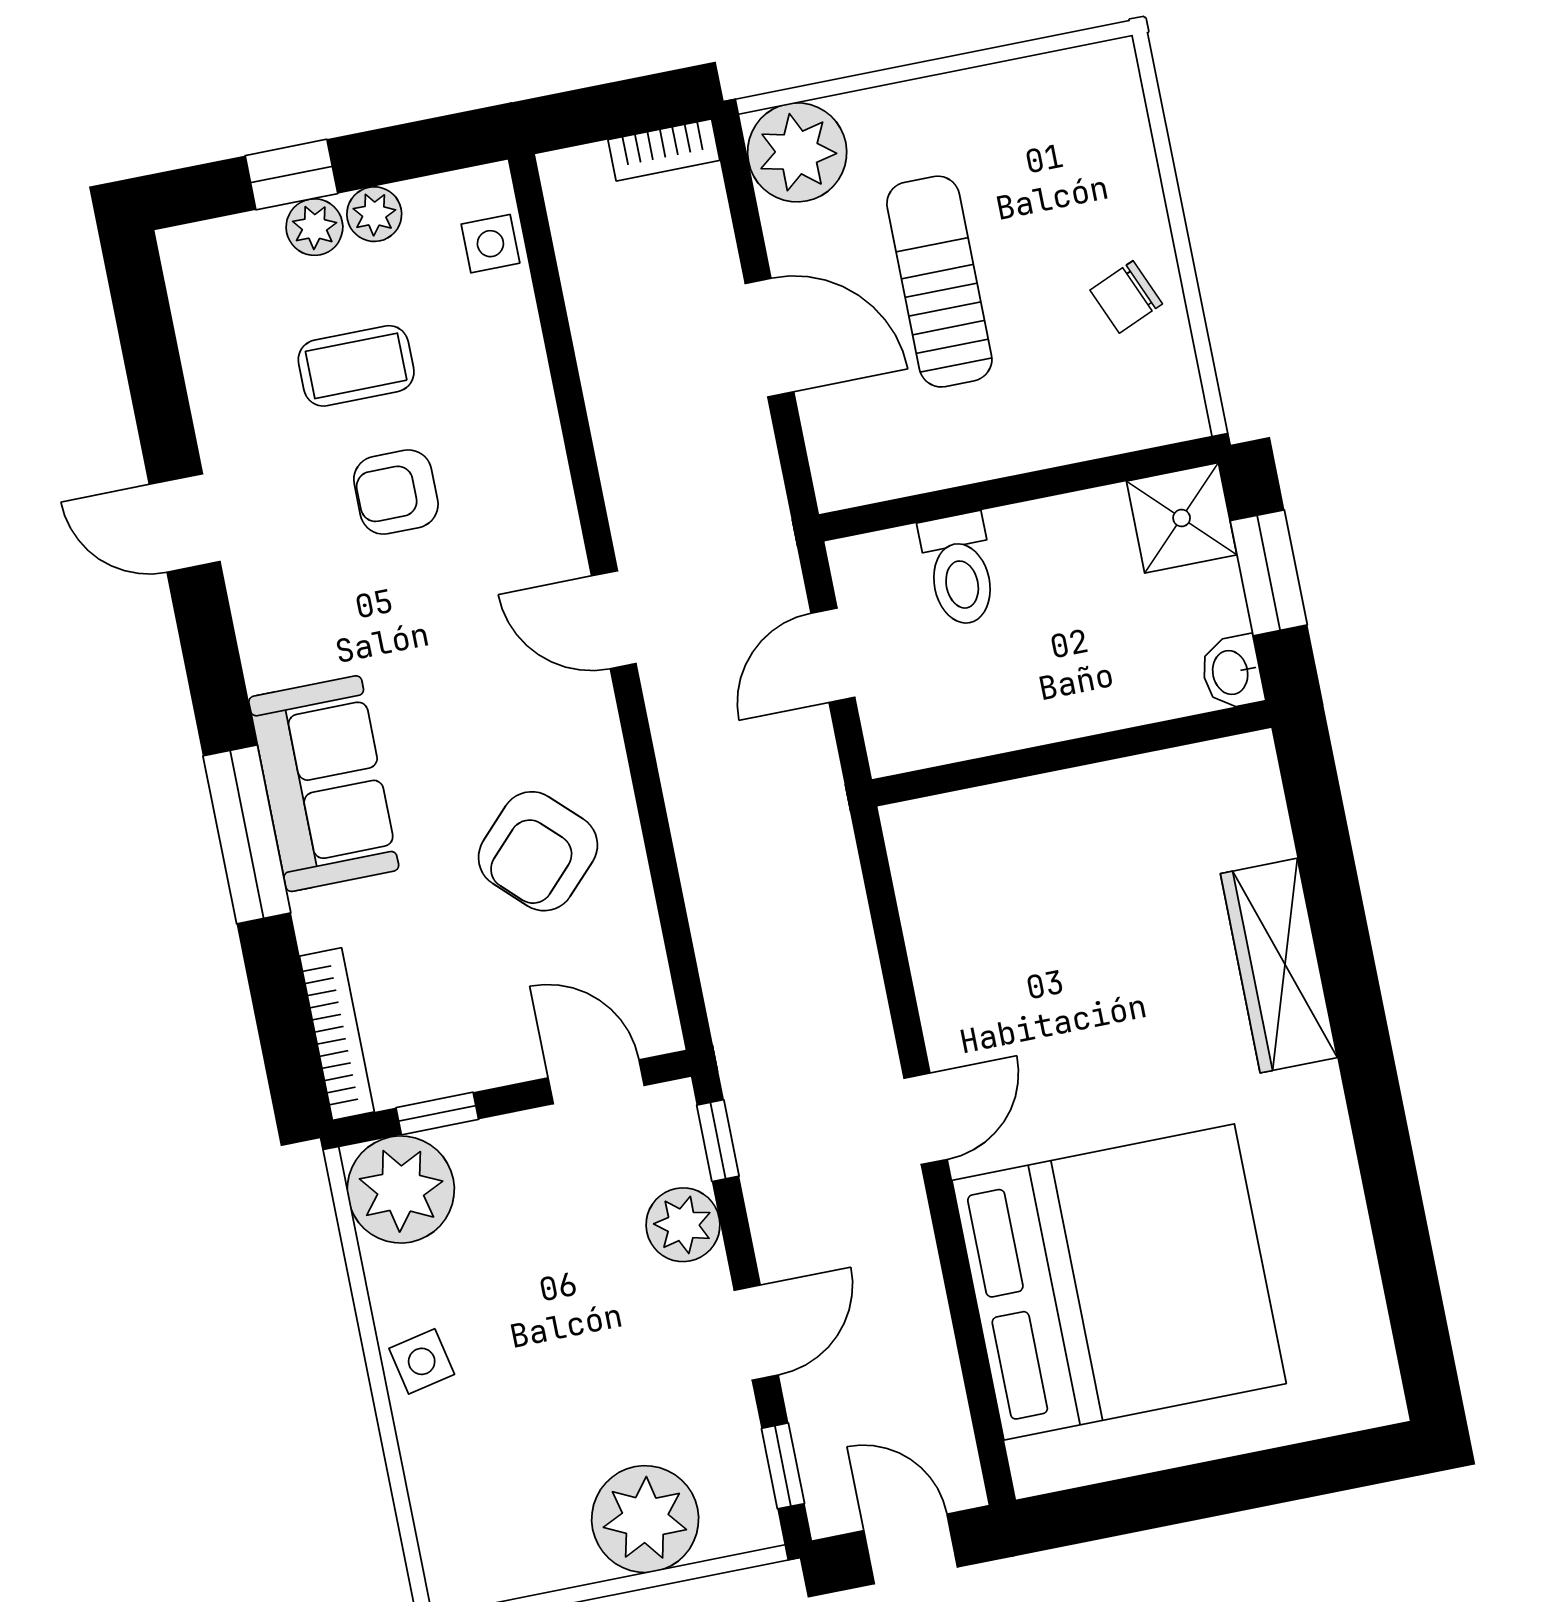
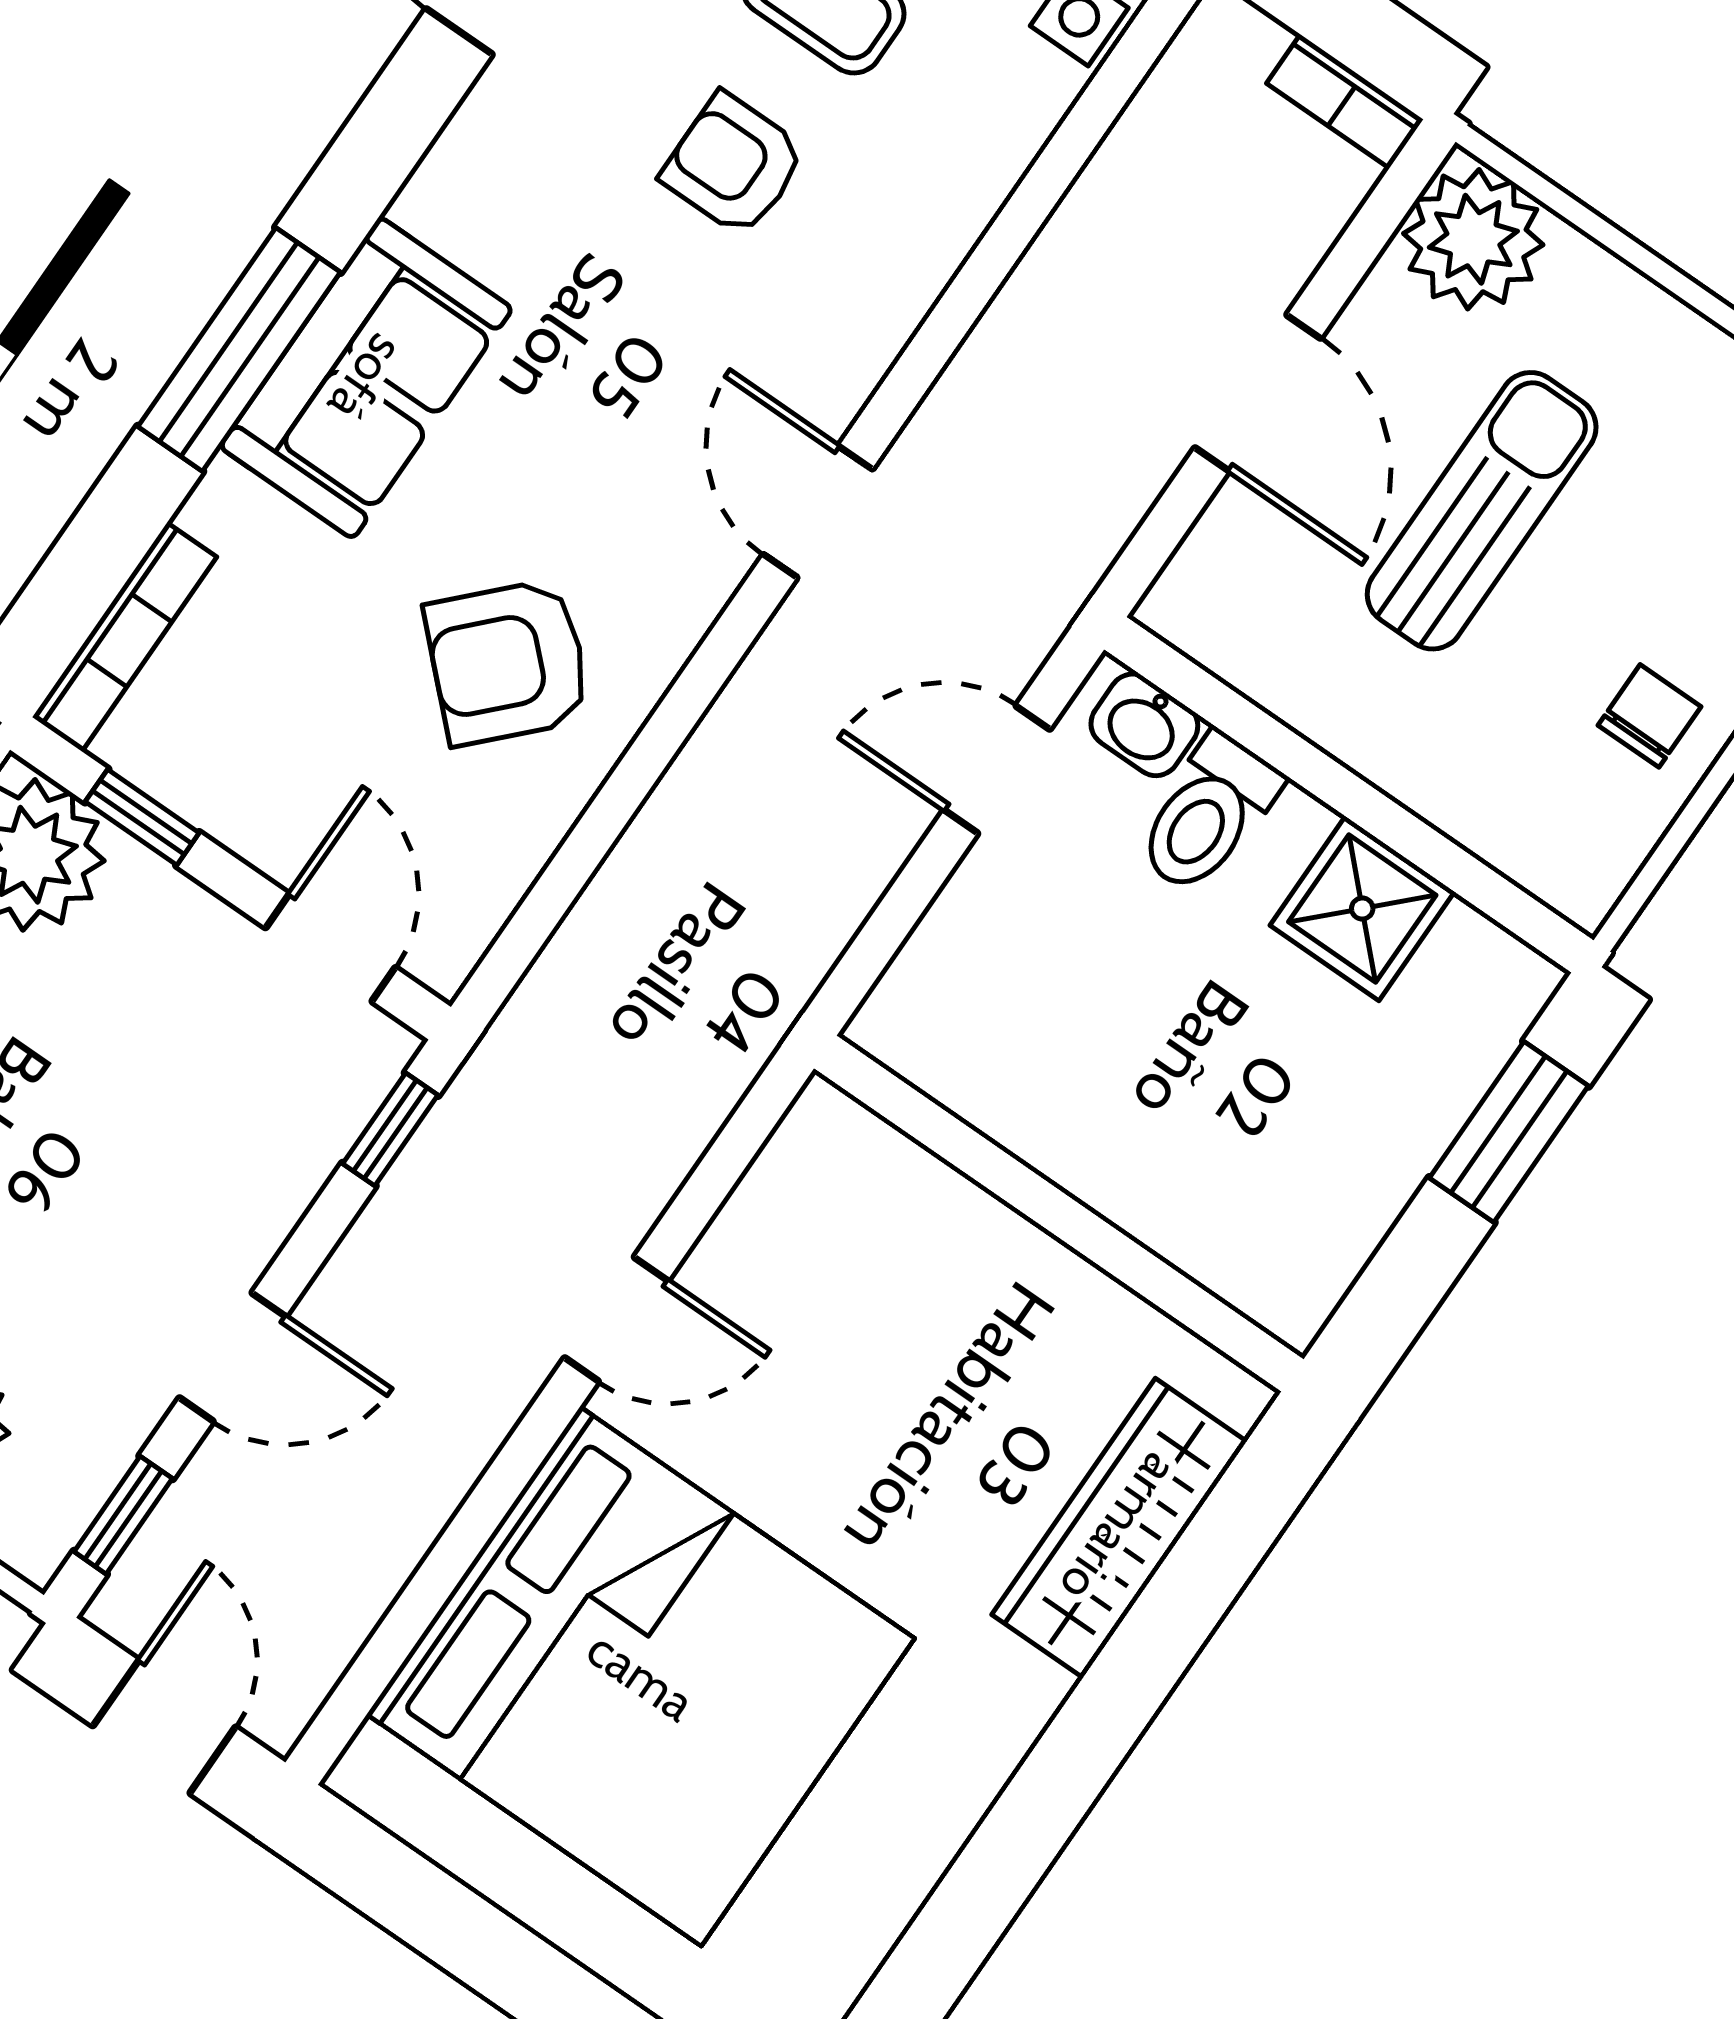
chair: (1126, 297) -> (1650, 716), turned 113
shower: (1182, 518) -> (1362, 909), moved
washbasin: (1232, 672) -> (1144, 725), moved, turned -90
wall: (1072, 754) -> (1059, 1214), moved
plant: (683, 1225) -> (270, 1177), removed

